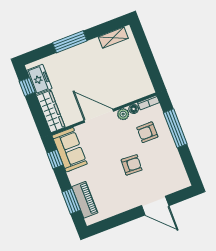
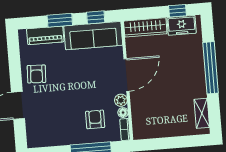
window: (70, 42) -> (211, 68), width x1.46
sofa: (70, 150) -> (93, 36), width x1.36
armchair: (132, 165) -> (36, 74), moved
window: (71, 201) -> (60, 20), moved

